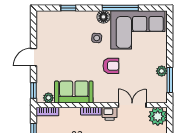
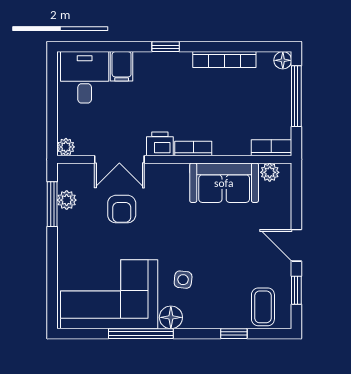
coffee table: (52, 23) -> (263, 307), added
door: (34, 57) -> (296, 245), swing flipped
armchair: (111, 66) -> (122, 209), moved, turned -90
plant: (162, 71) -> (67, 200), moved
window: (34, 91) -> (296, 290), moved
plant: (158, 116) -> (66, 147), width x0.53, depth x0.53

